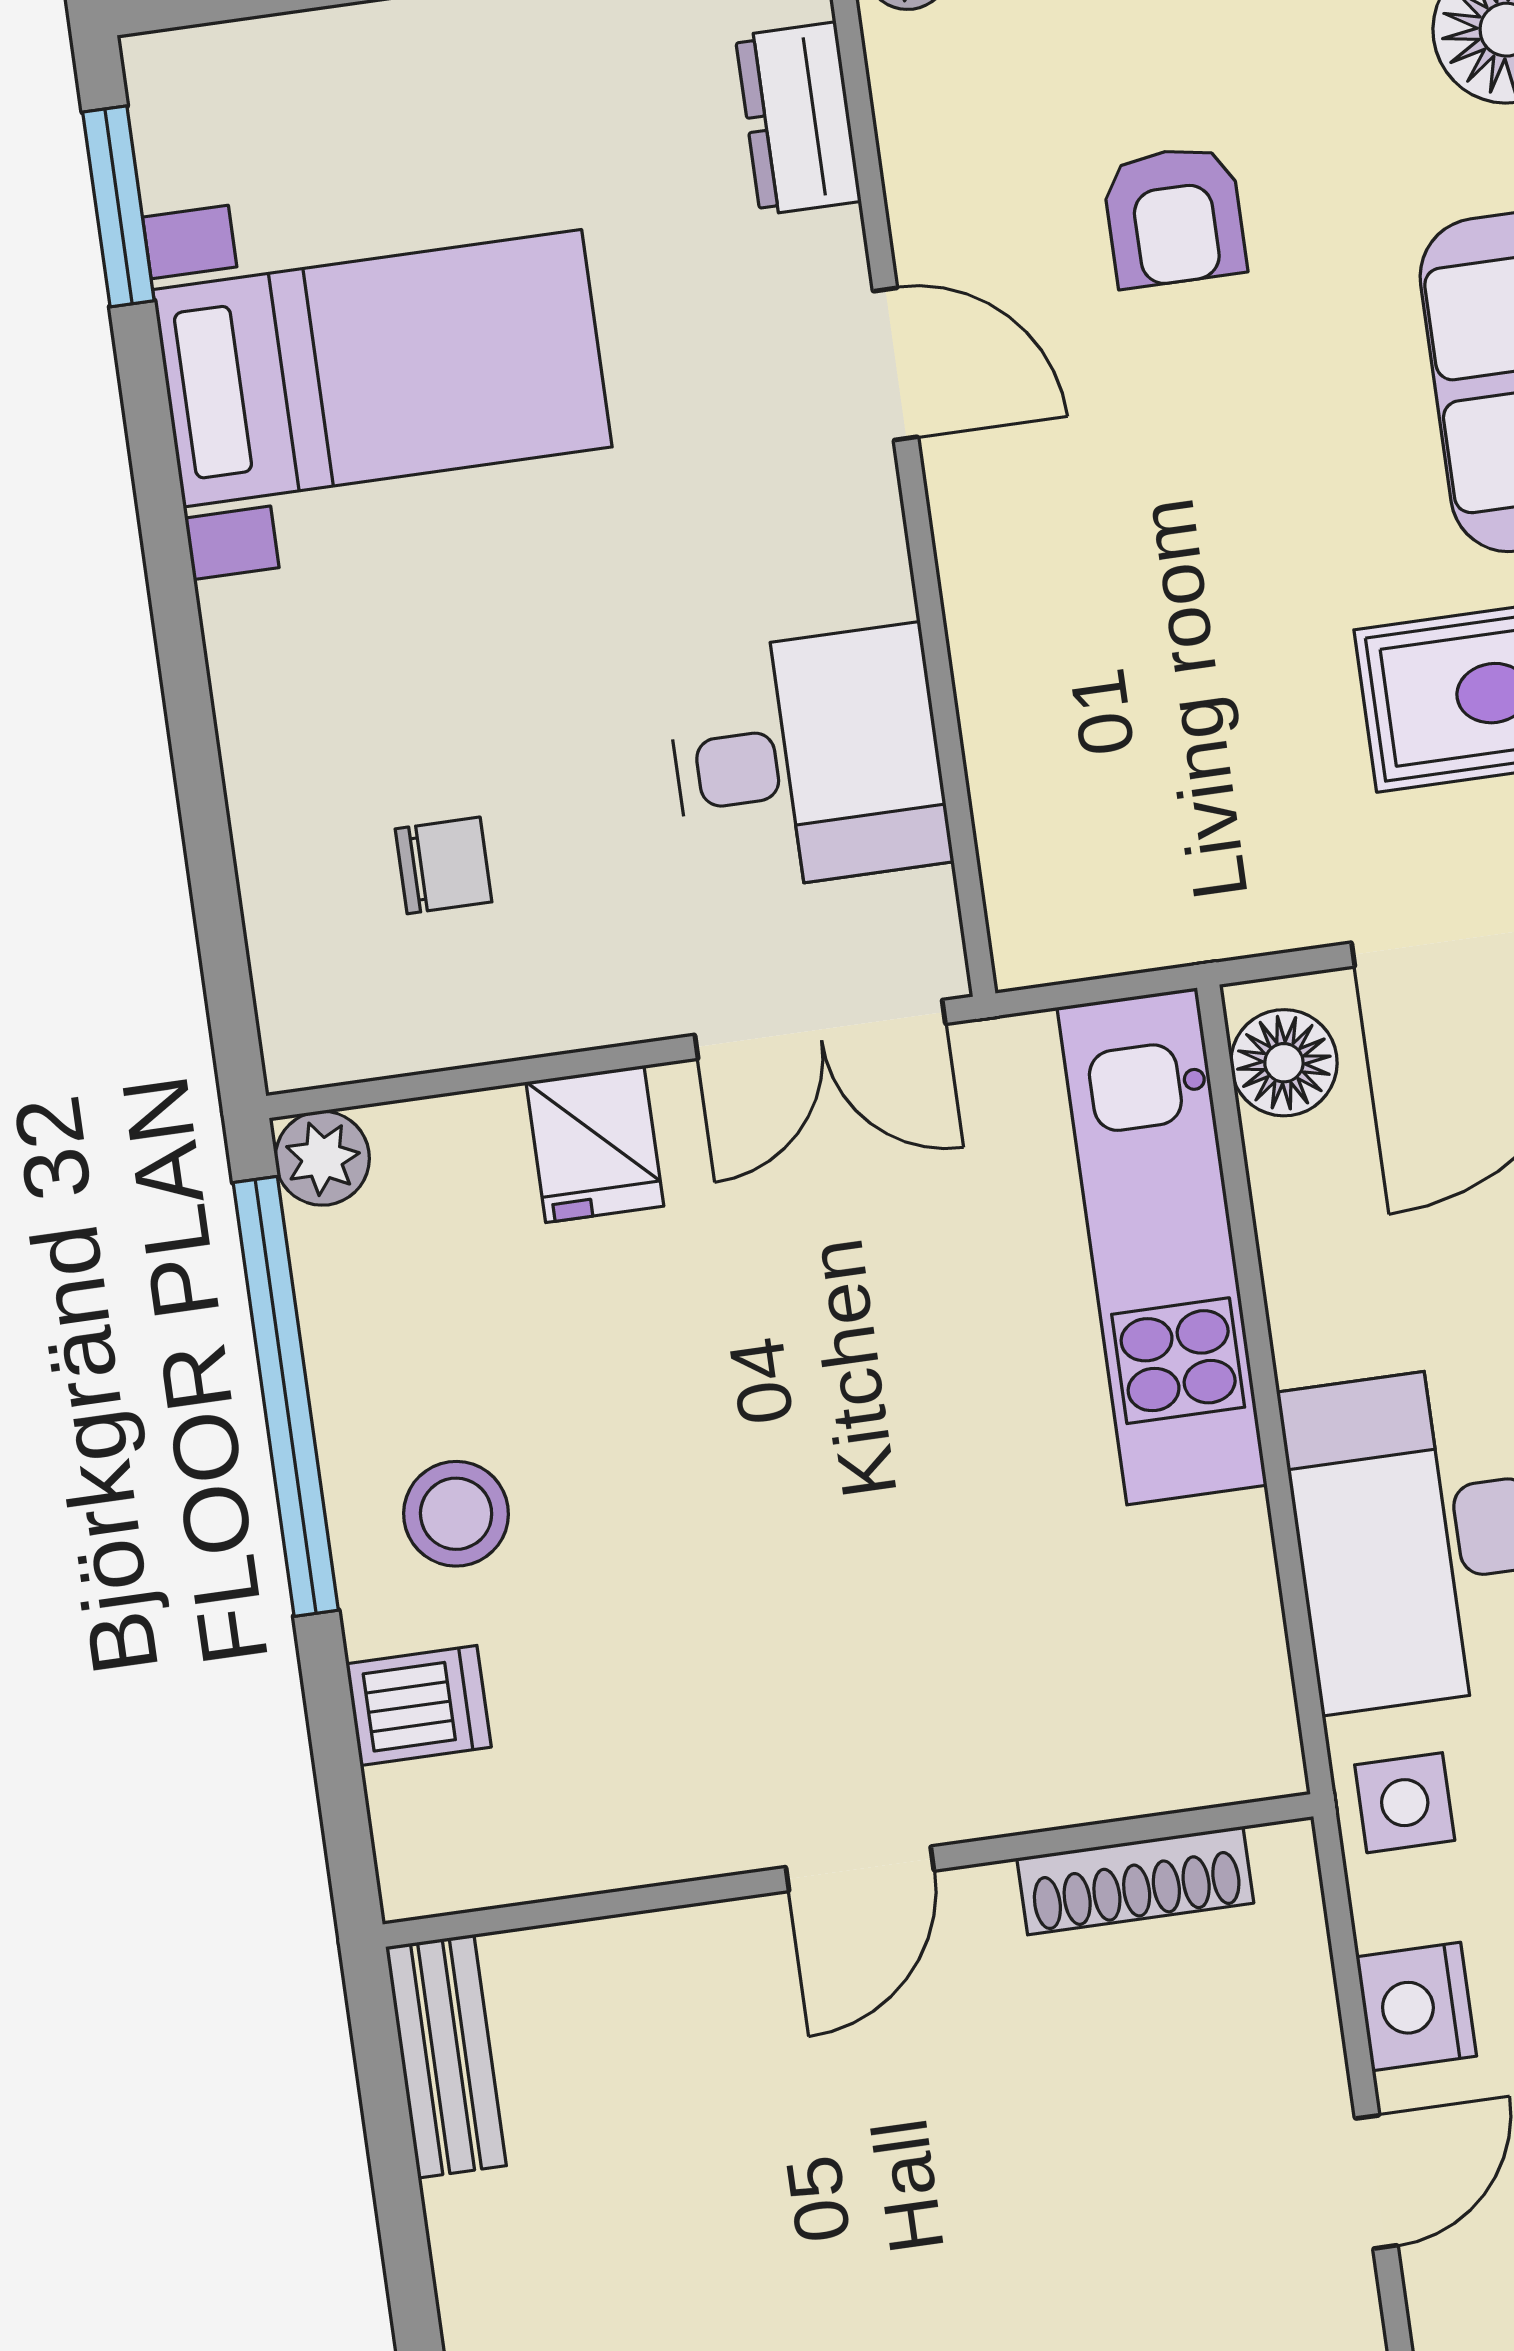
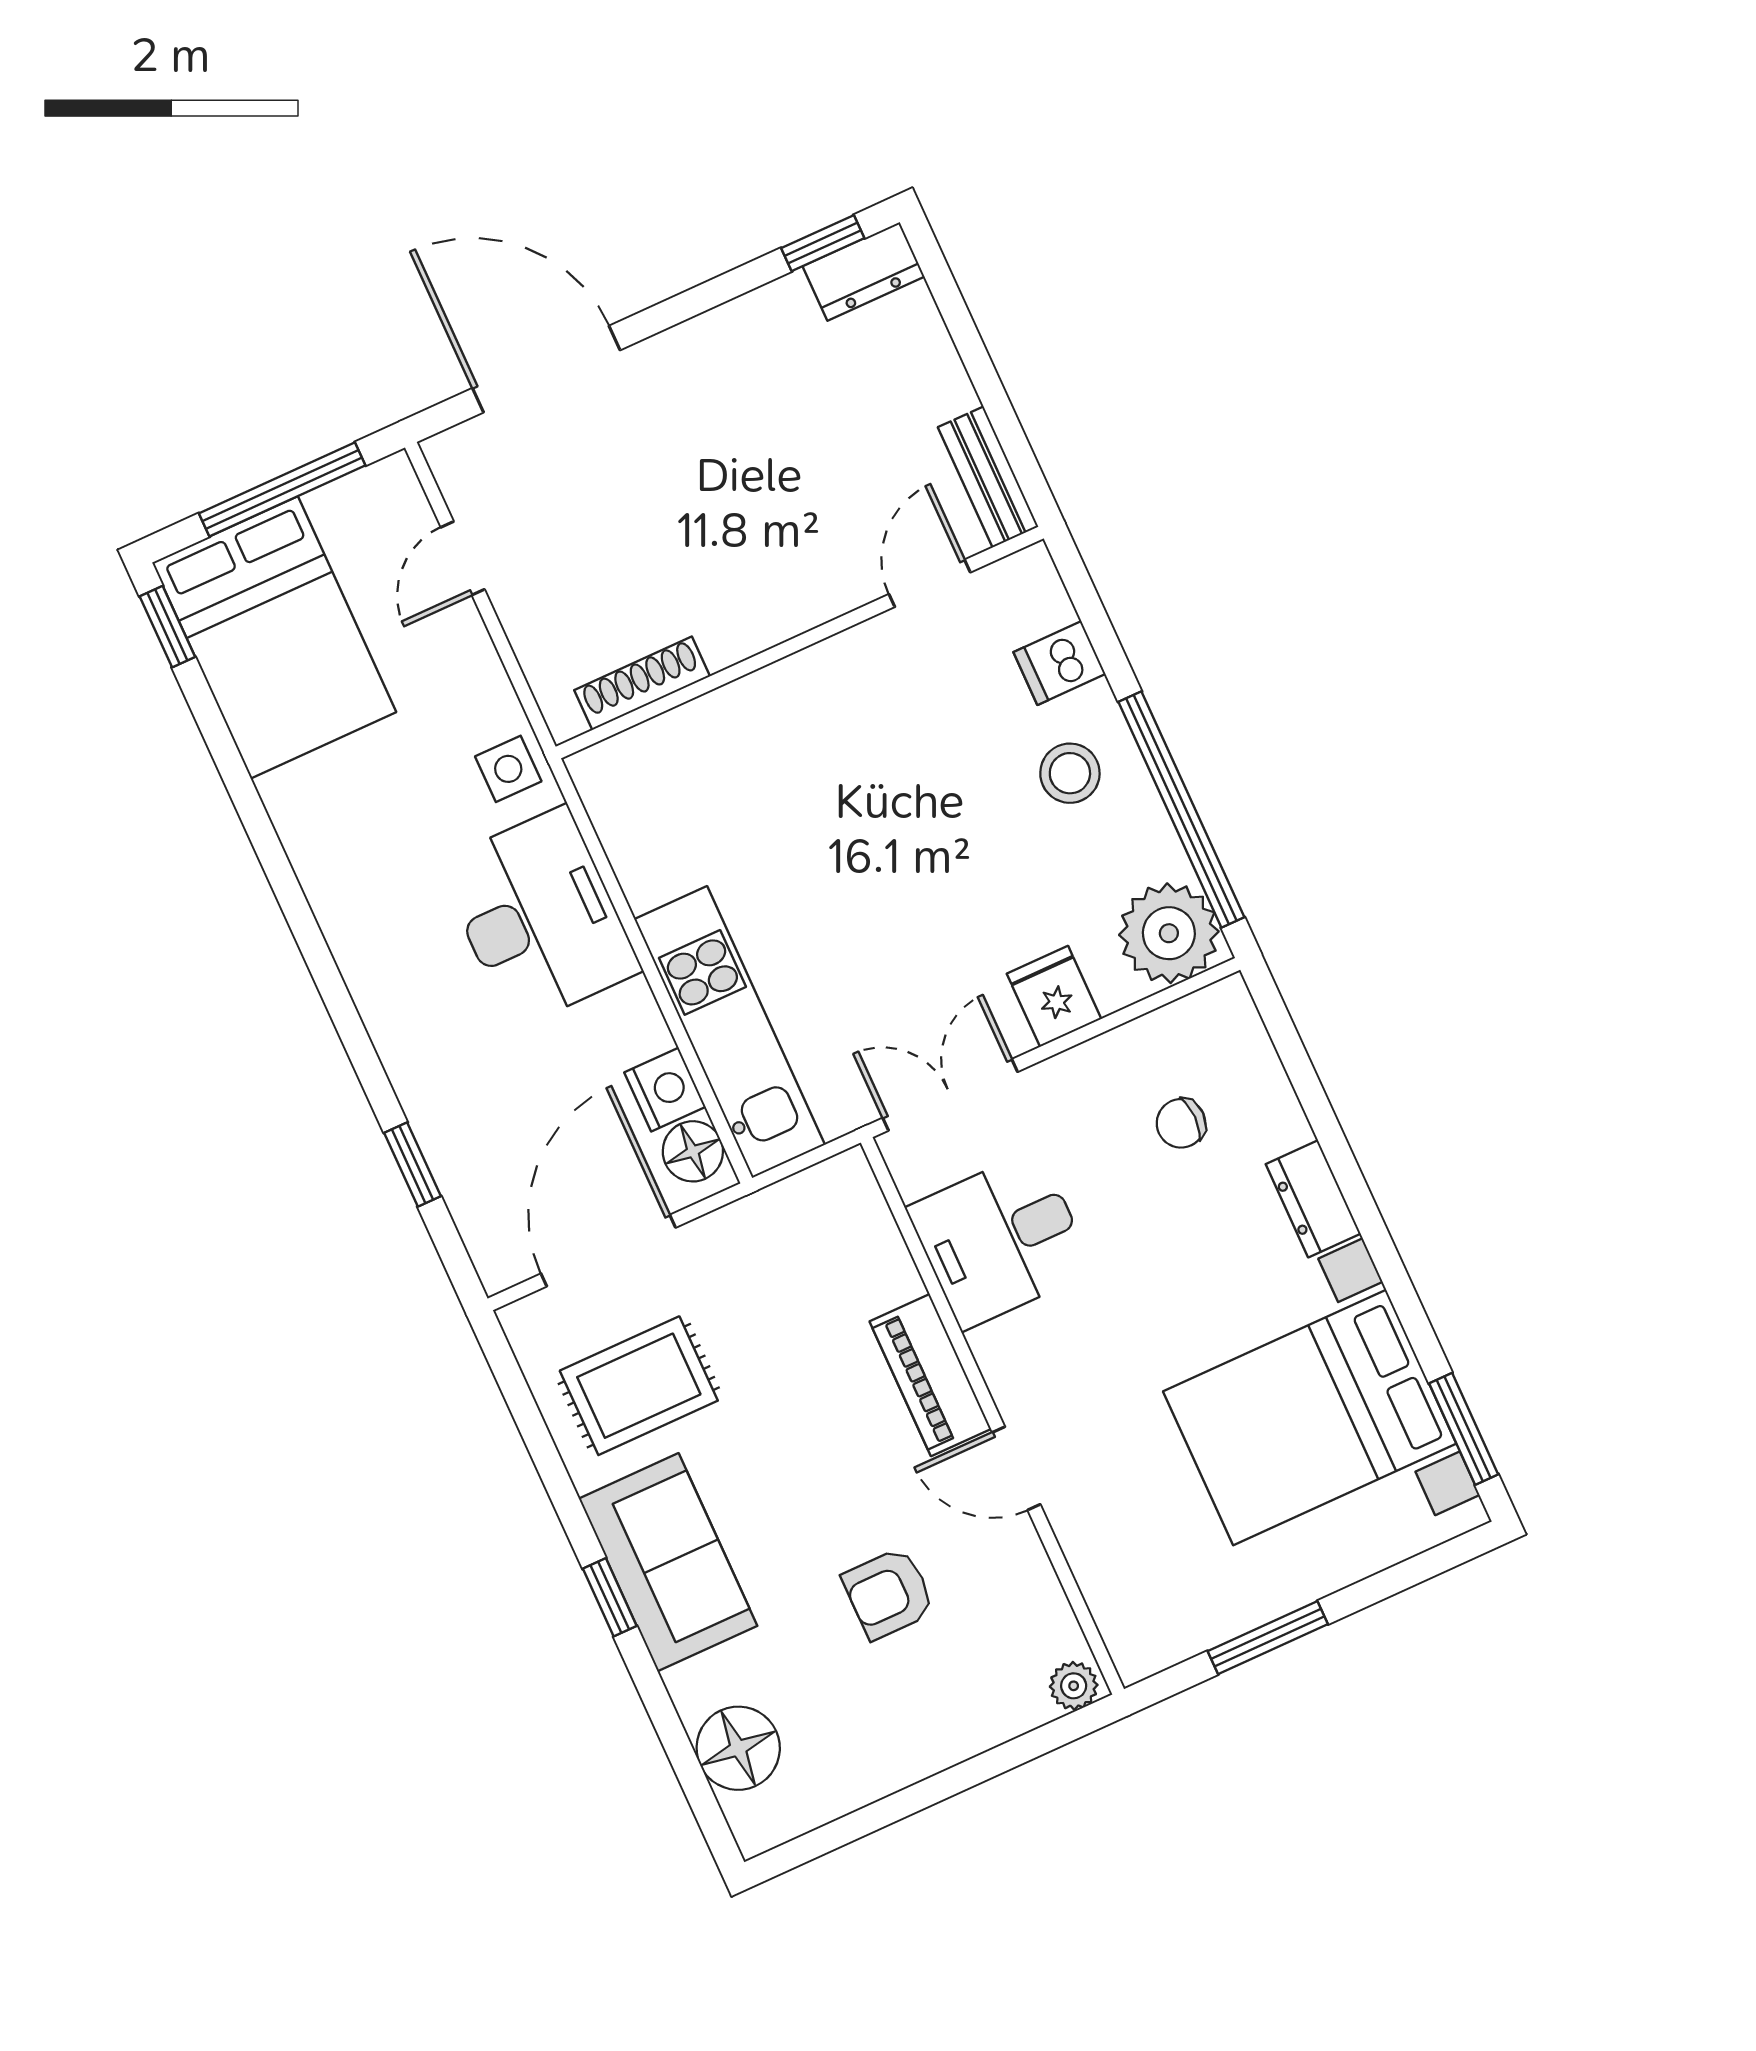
dresser: (798, 119) -> (1313, 1199), moved, turned 180
armchair: (1174, 216) -> (889, 1593), turned -90
bed with nightstands: (382, 368) -> (1310, 1417), width x1.36
piano: (994, 565) -> (930, 1375), added
plant: (322, 1158) -> (1169, 933), width x1.88, depth x1.88
door: (860, 1869) -> (930, 583), moved
nightstand: (1416, 2007) -> (665, 1090), moved

